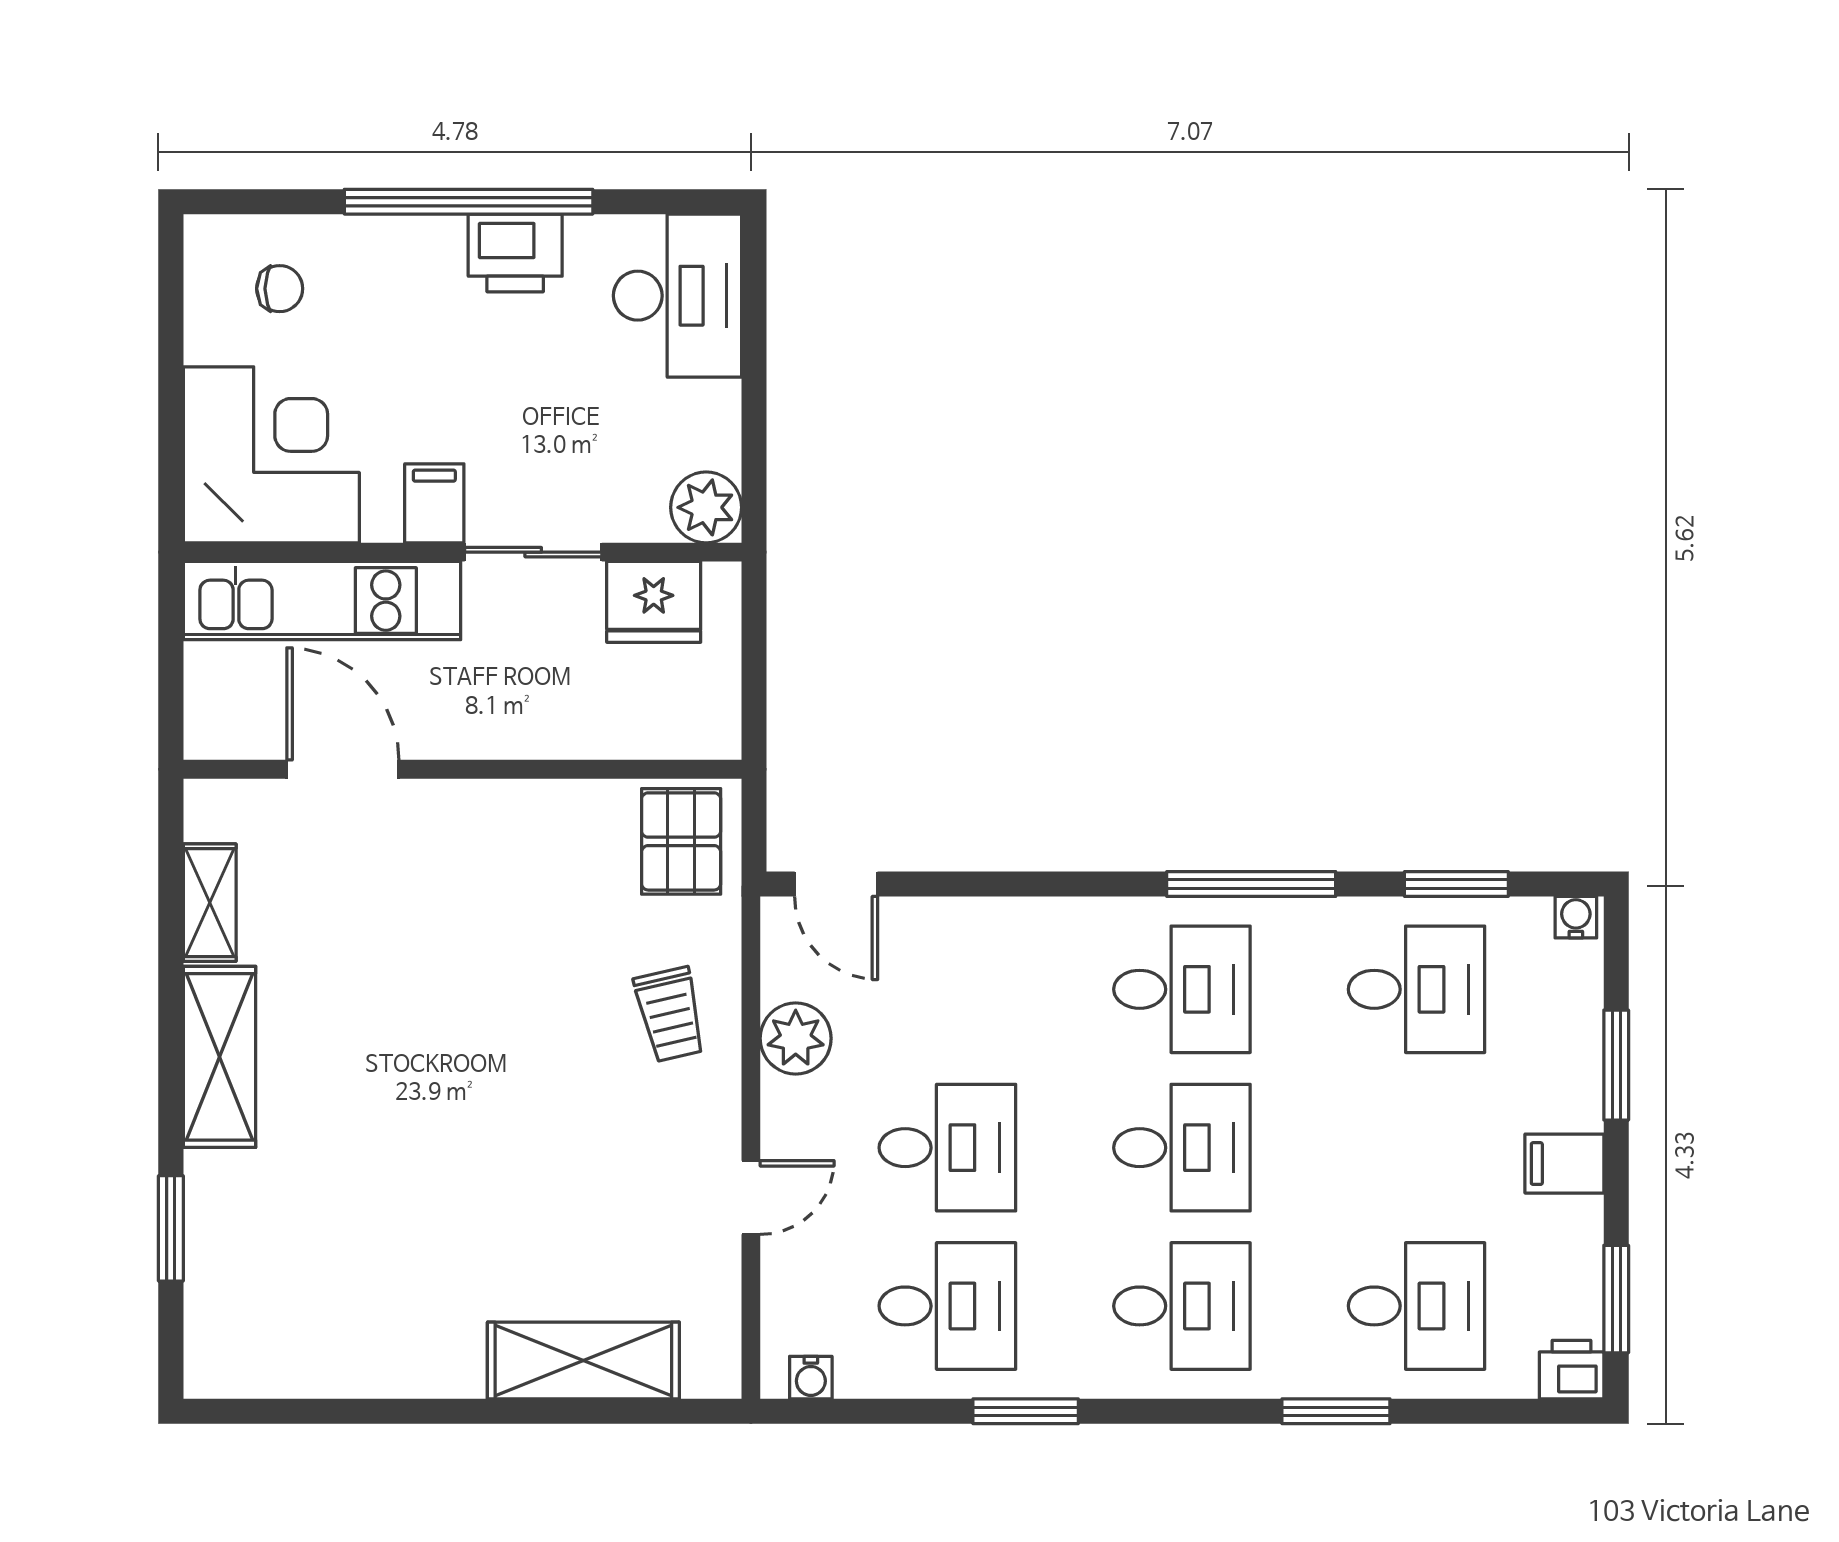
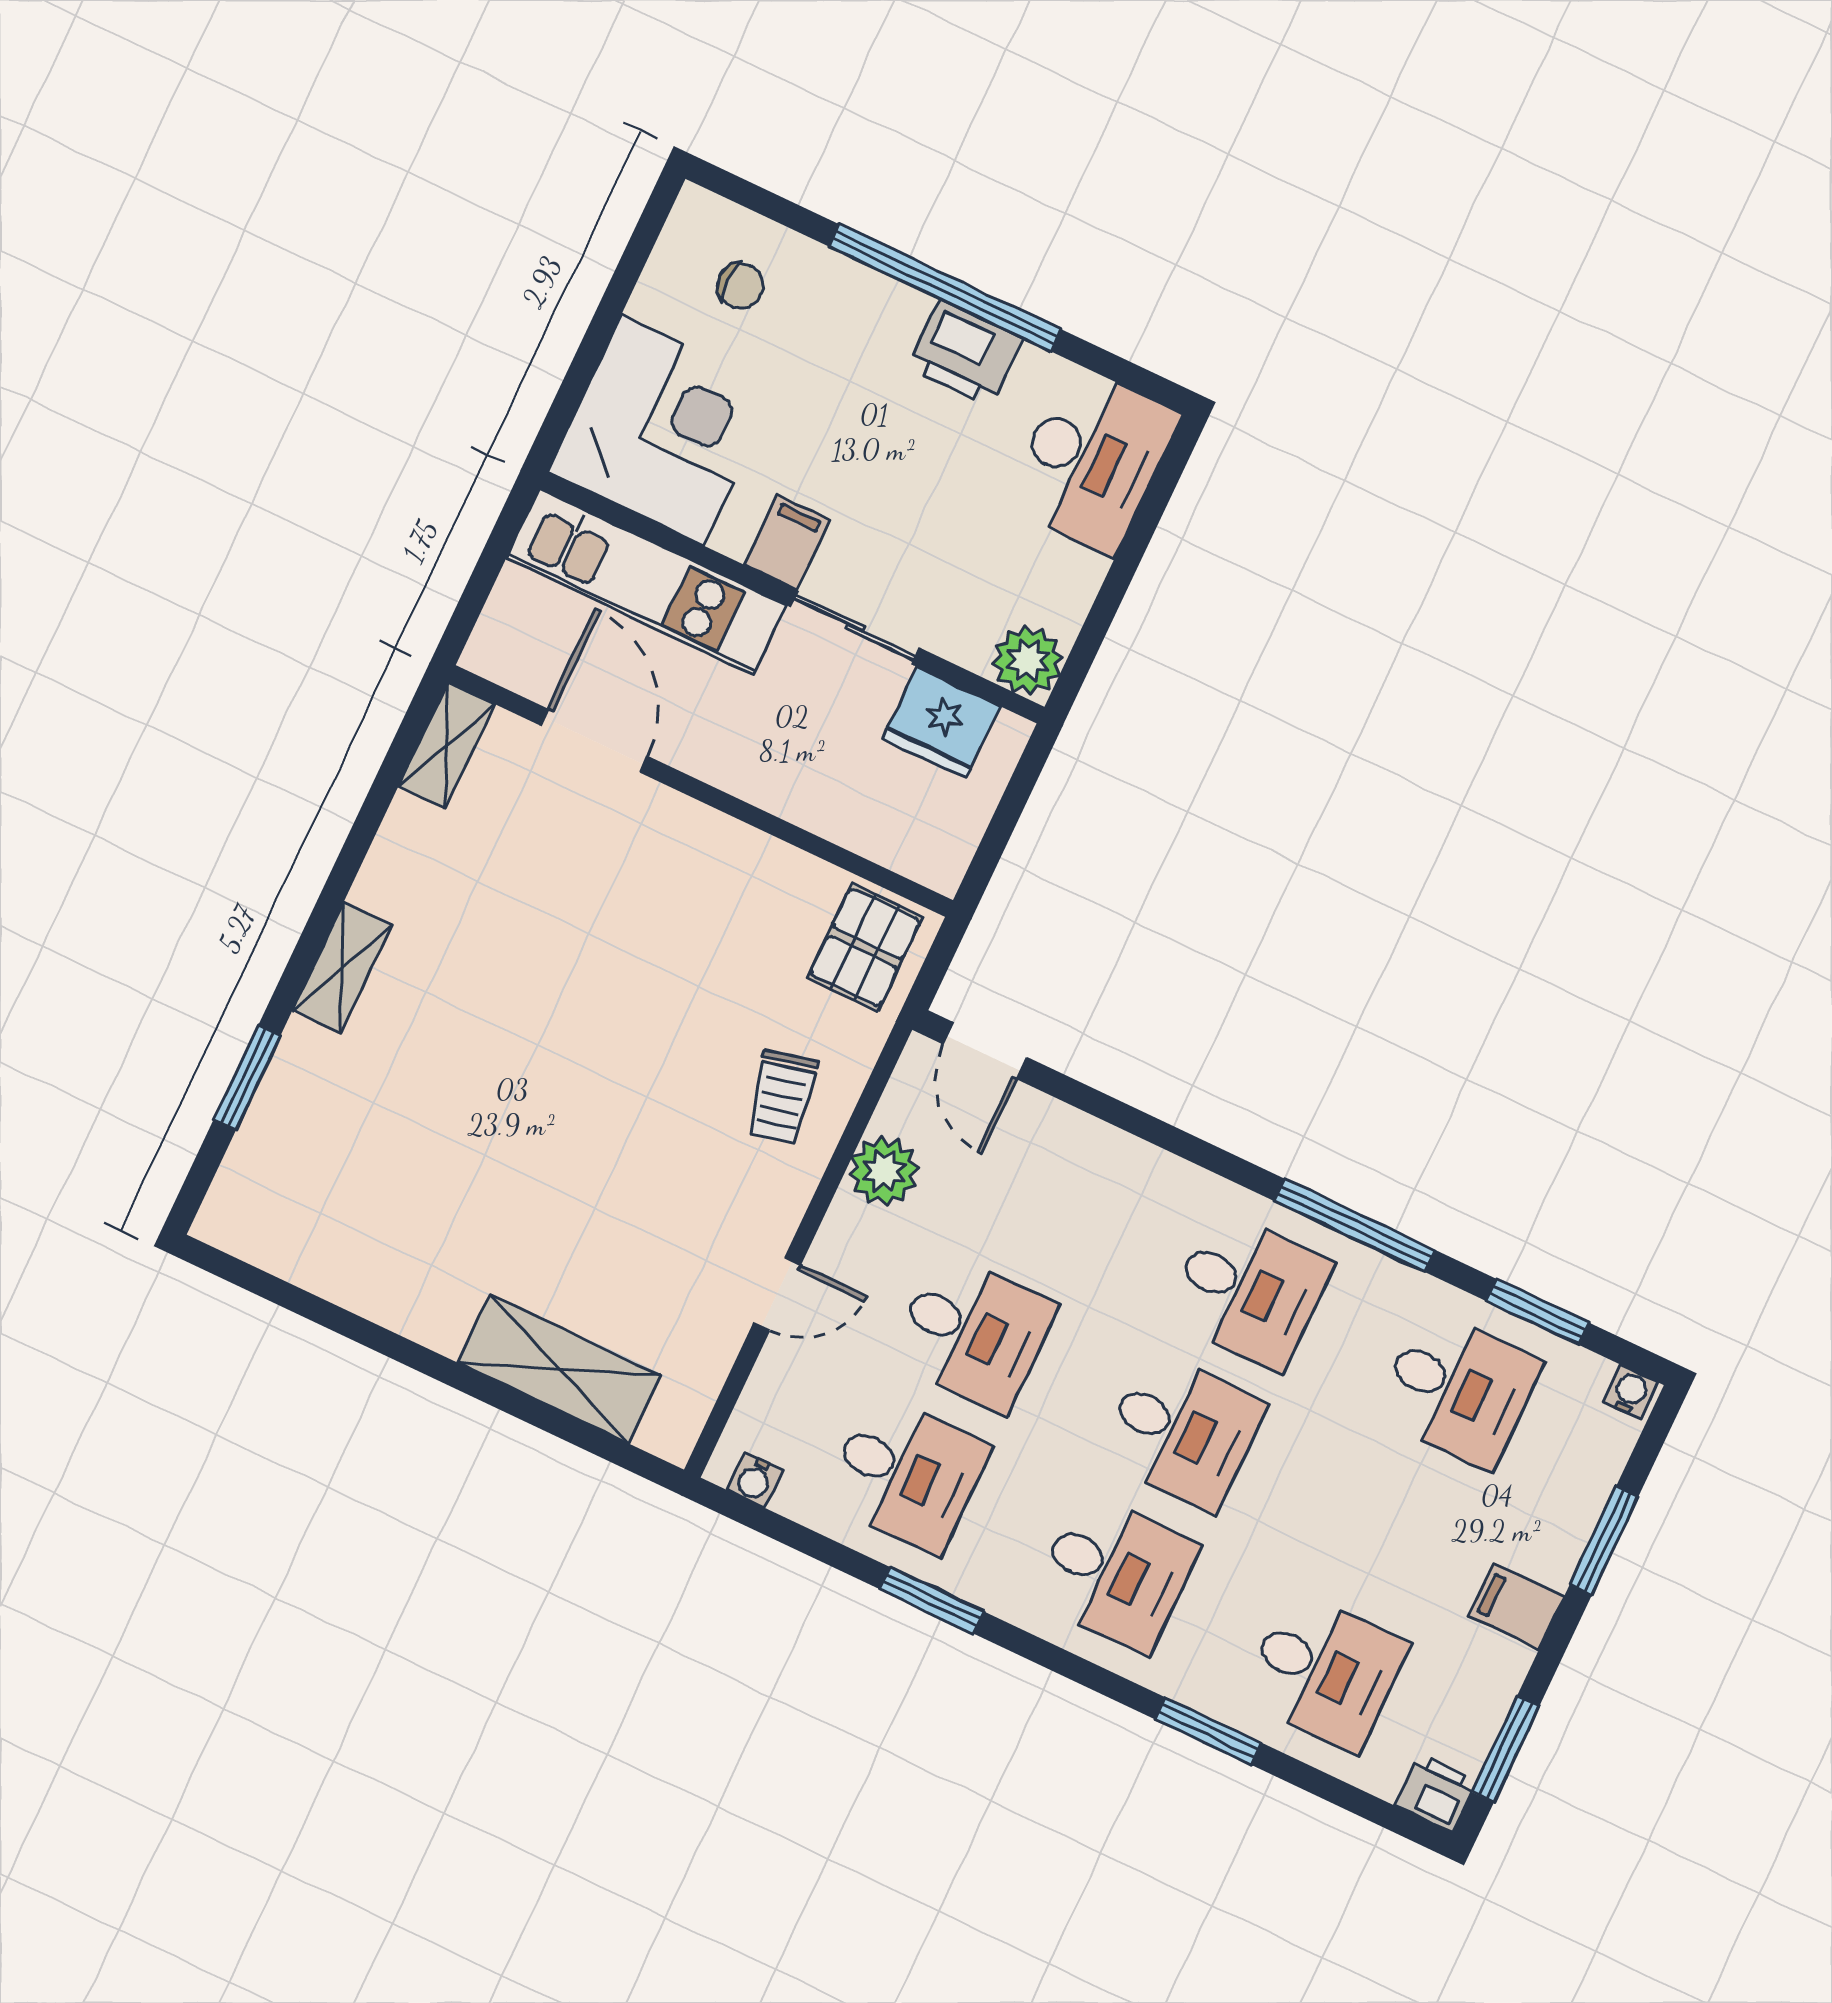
shelving: (210, 903) -> (447, 745), moved
shelving: (219, 1057) -> (342, 968), width x0.67, depth x0.75

